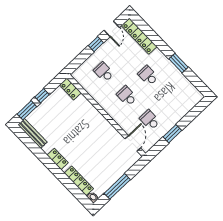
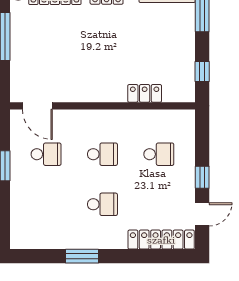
door: (112, 29) -> (202, 214), swing flipped
locker: (70, 89) -> (145, 93), moved
window: (42, 96) -> (202, 71), moved

